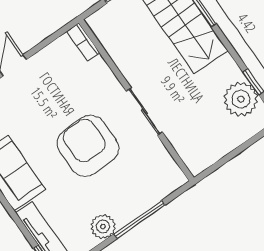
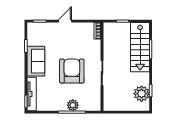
plant: (103, 226) -> (73, 105), moved

